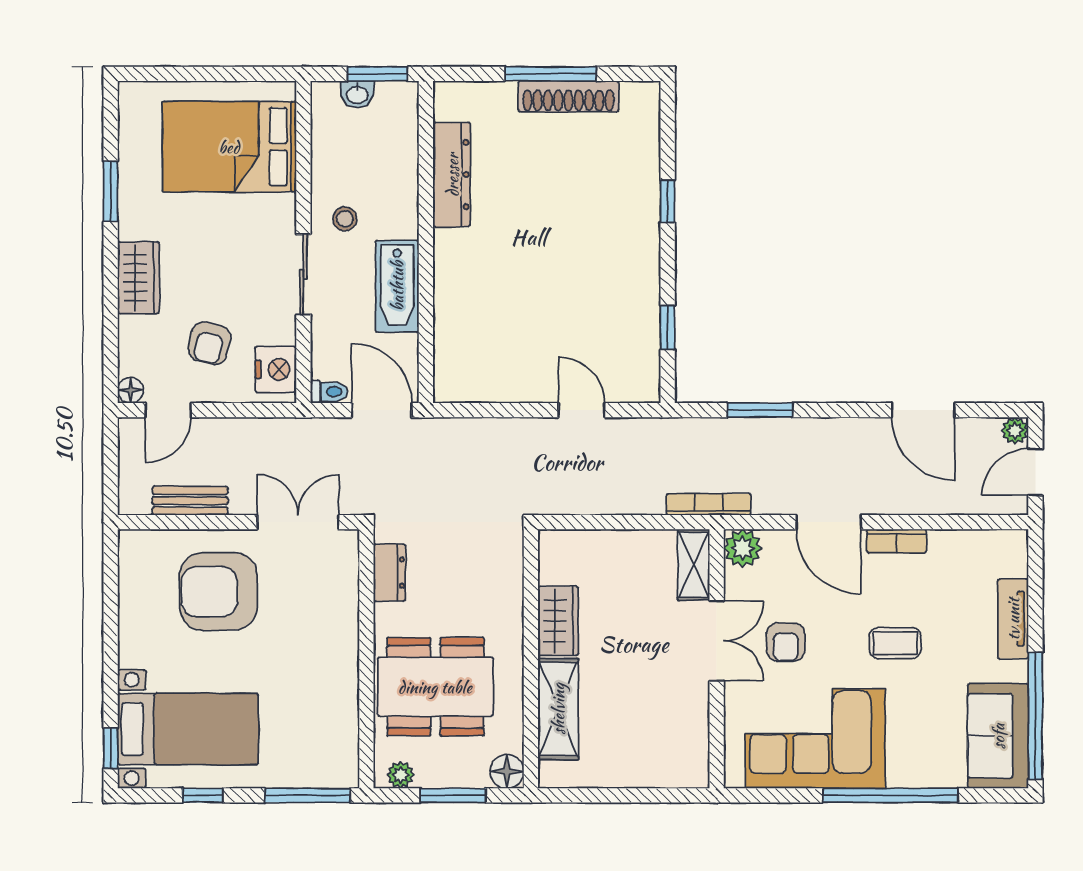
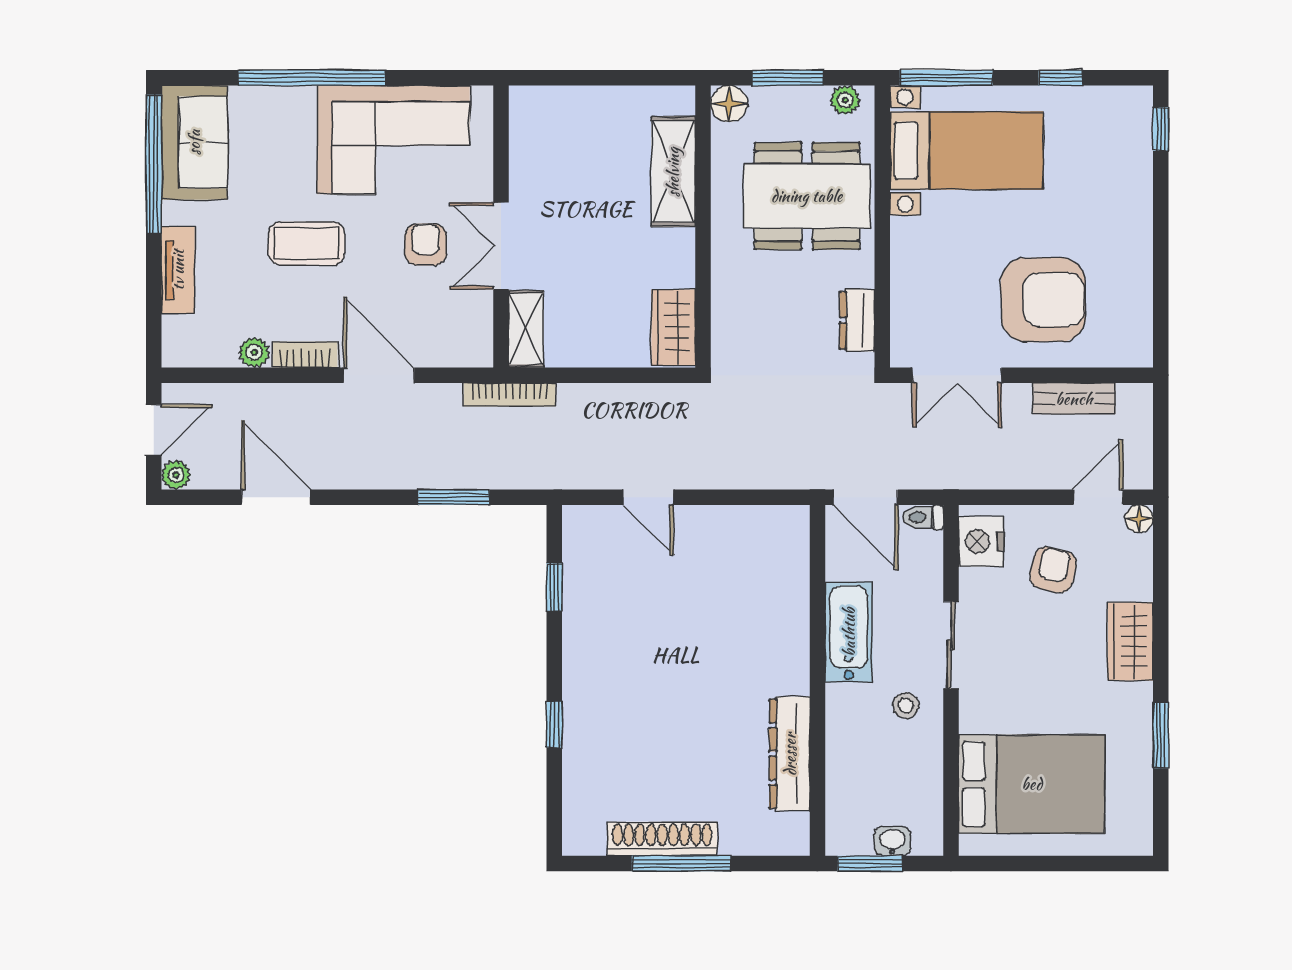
plant: (743, 548) -> (254, 352), moved, width x0.73, depth x0.73
wardrobe: (558, 621) -> (673, 327), moved
coffee table: (895, 643) -> (307, 243), width x1.36, depth x1.30
bed with nightstands: (188, 729) -> (966, 150), moved, turned 180

